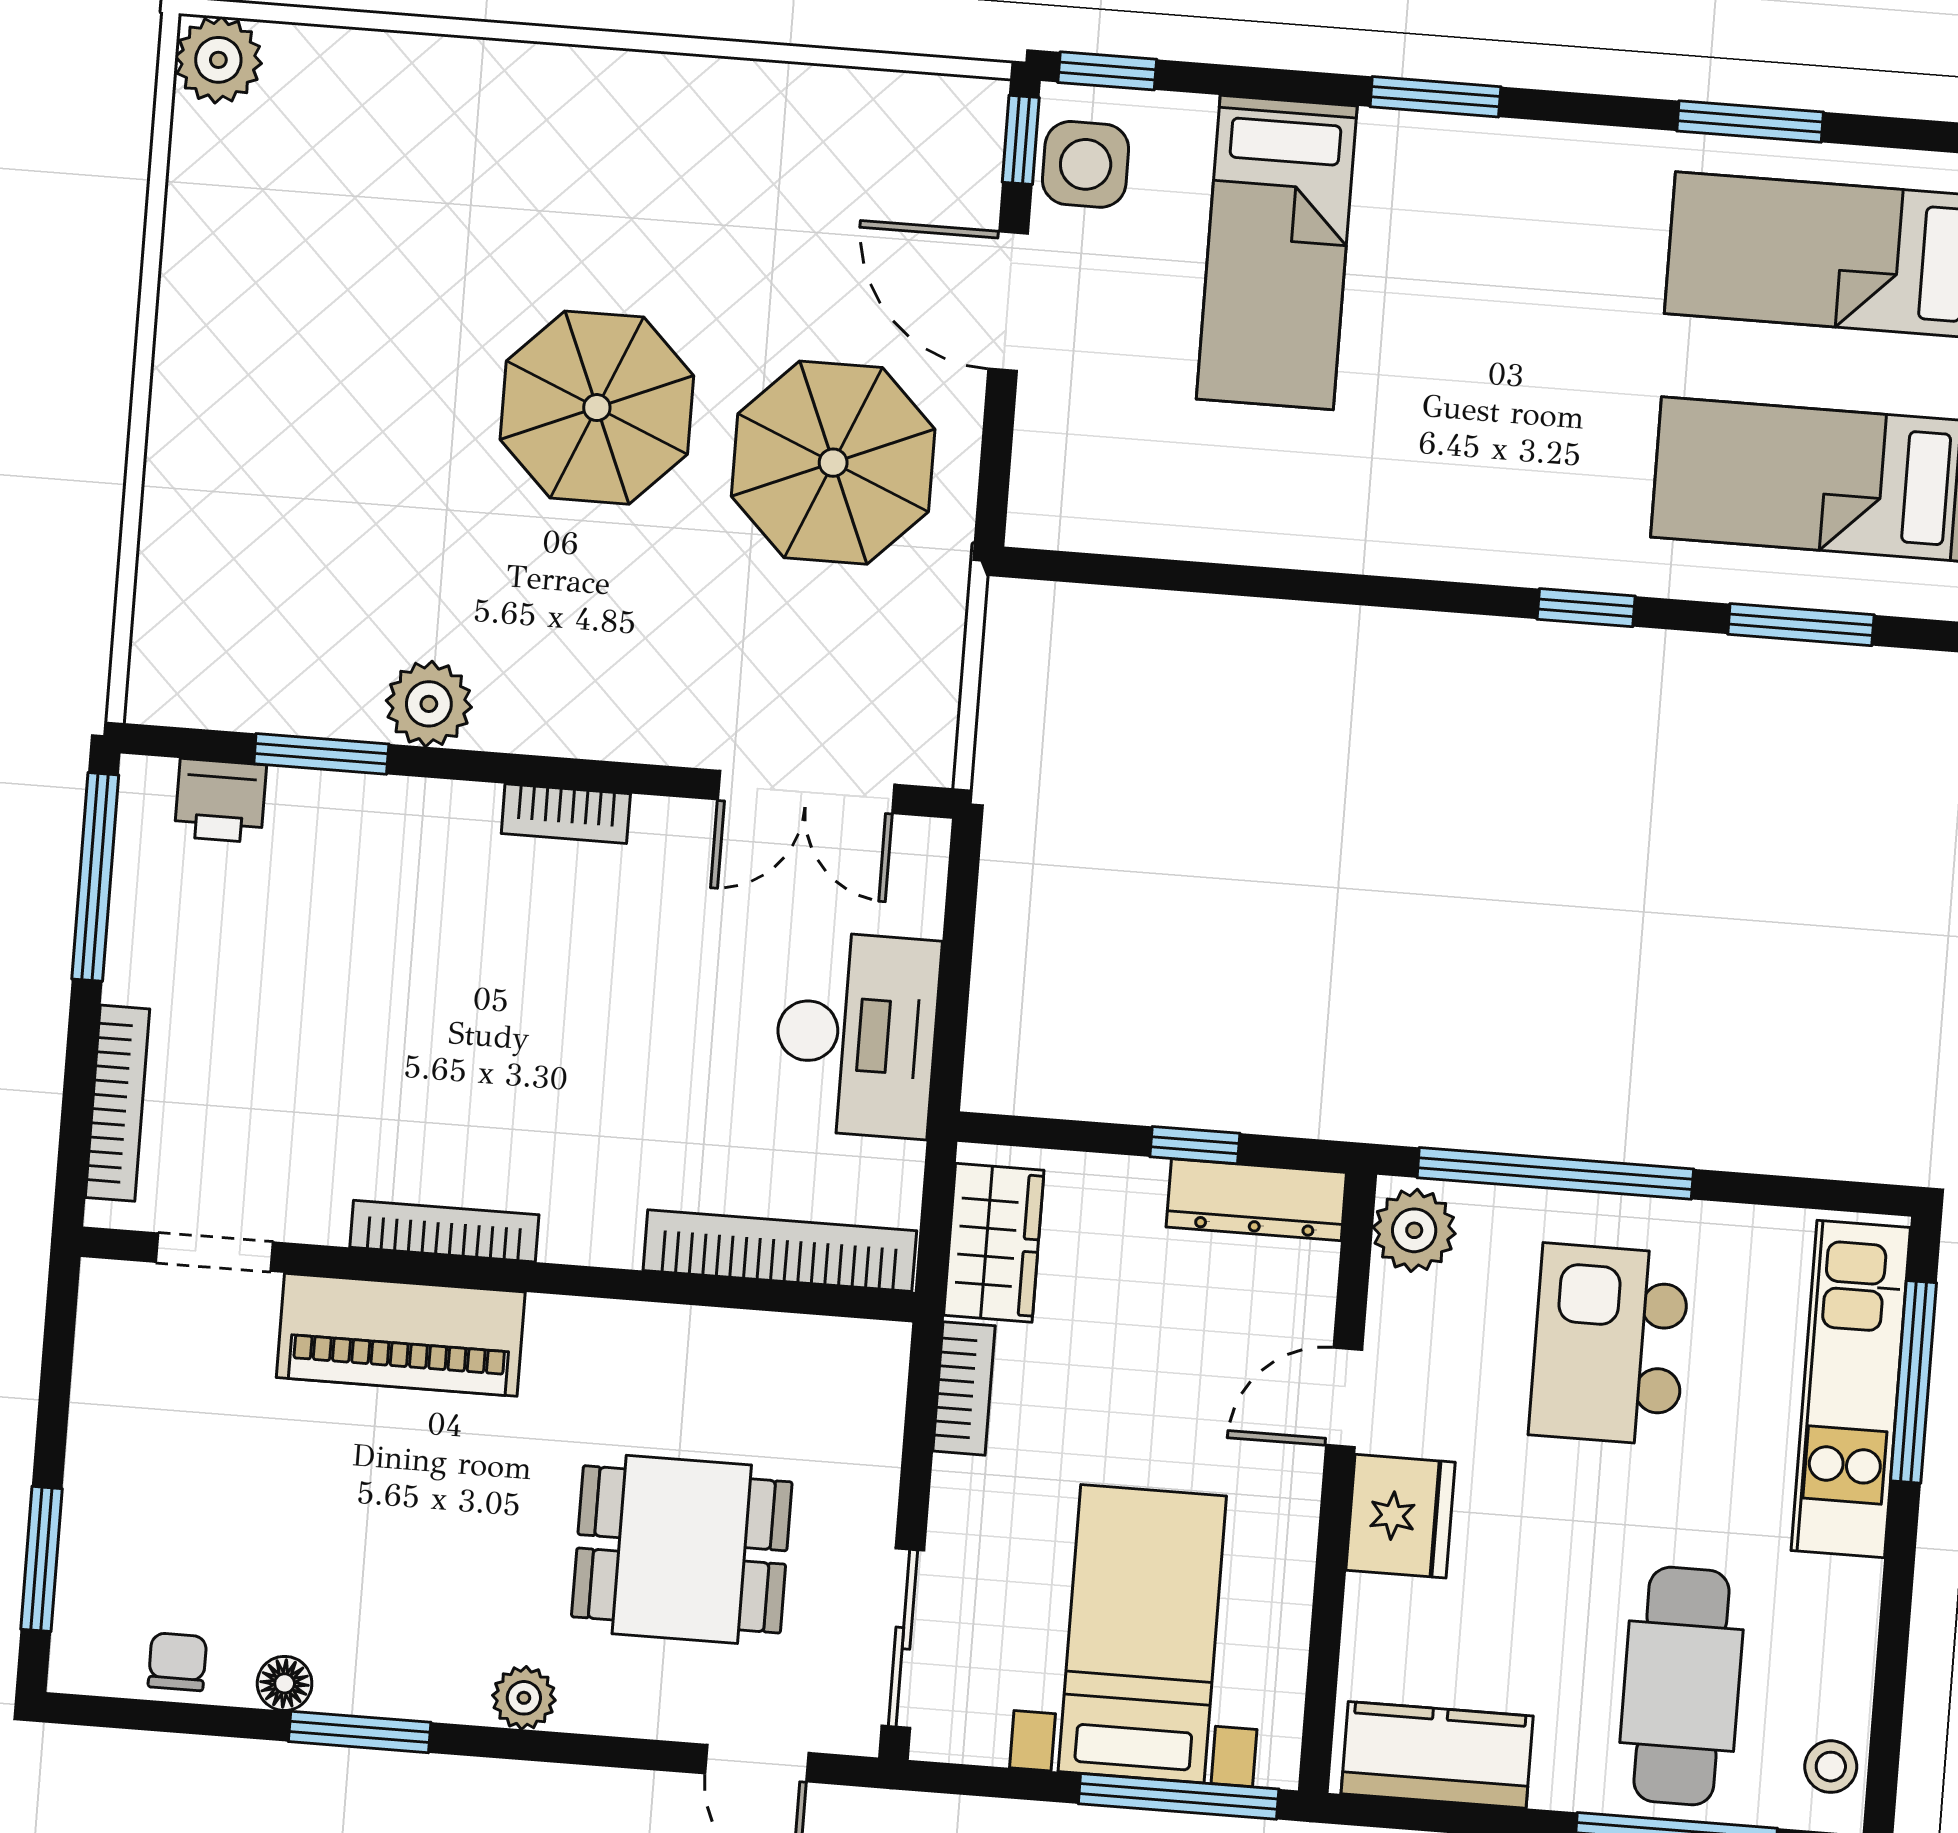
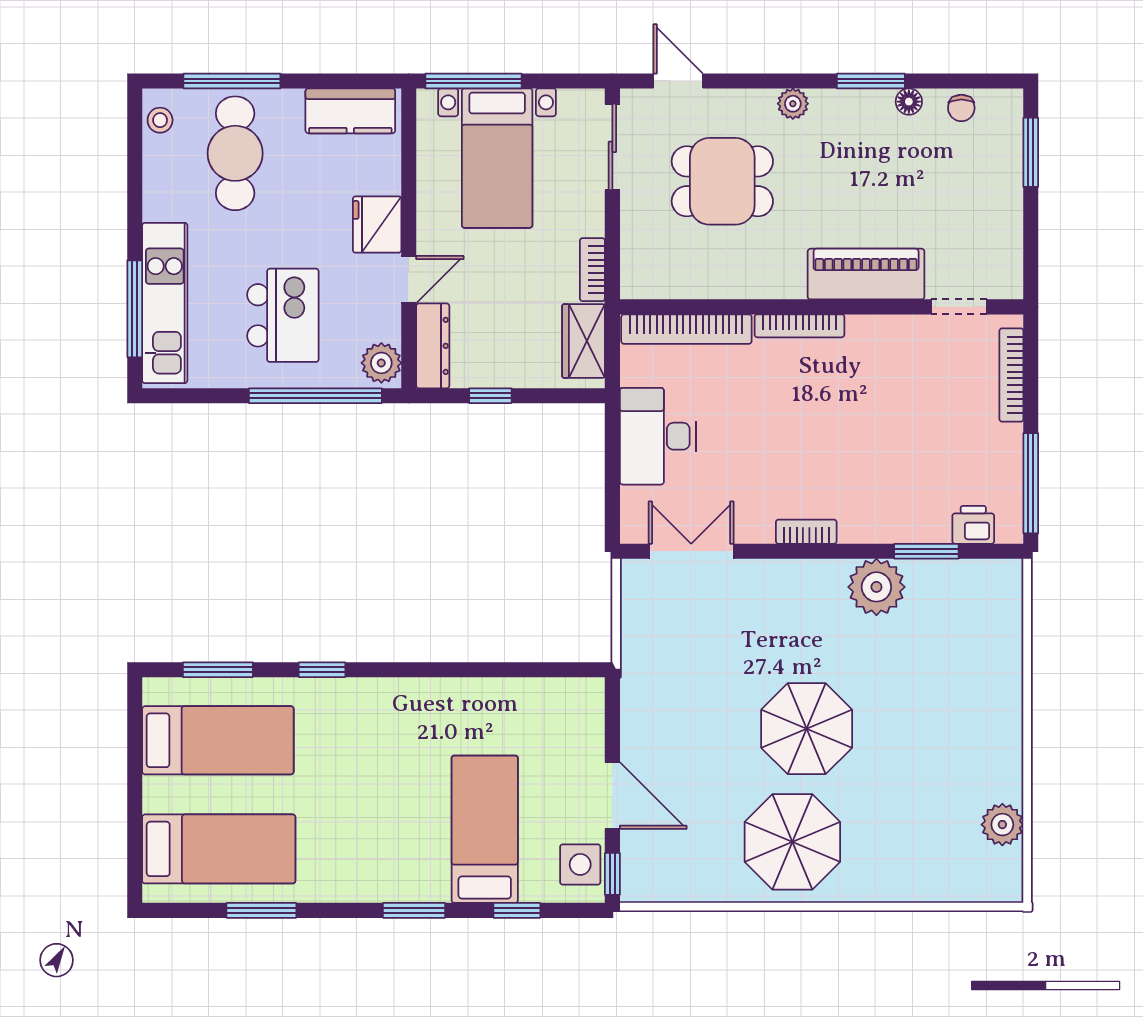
plant: (218, 60) -> (1002, 825), moved
window: (1107, 71) -> (517, 910), moved
parasol: (833, 463) -> (792, 842), moved
plant: (429, 704) -> (876, 587), width x1.36, depth x1.36
dresser: (1256, 1200) -> (433, 346), moved, turned 90
bookcase: (444, 1231) -> (799, 326), moved

